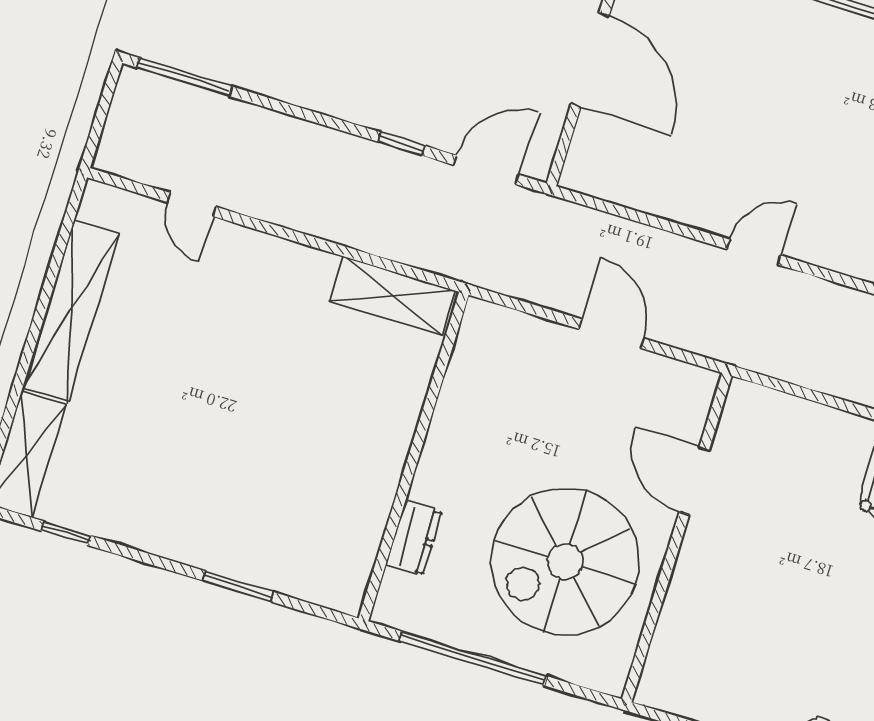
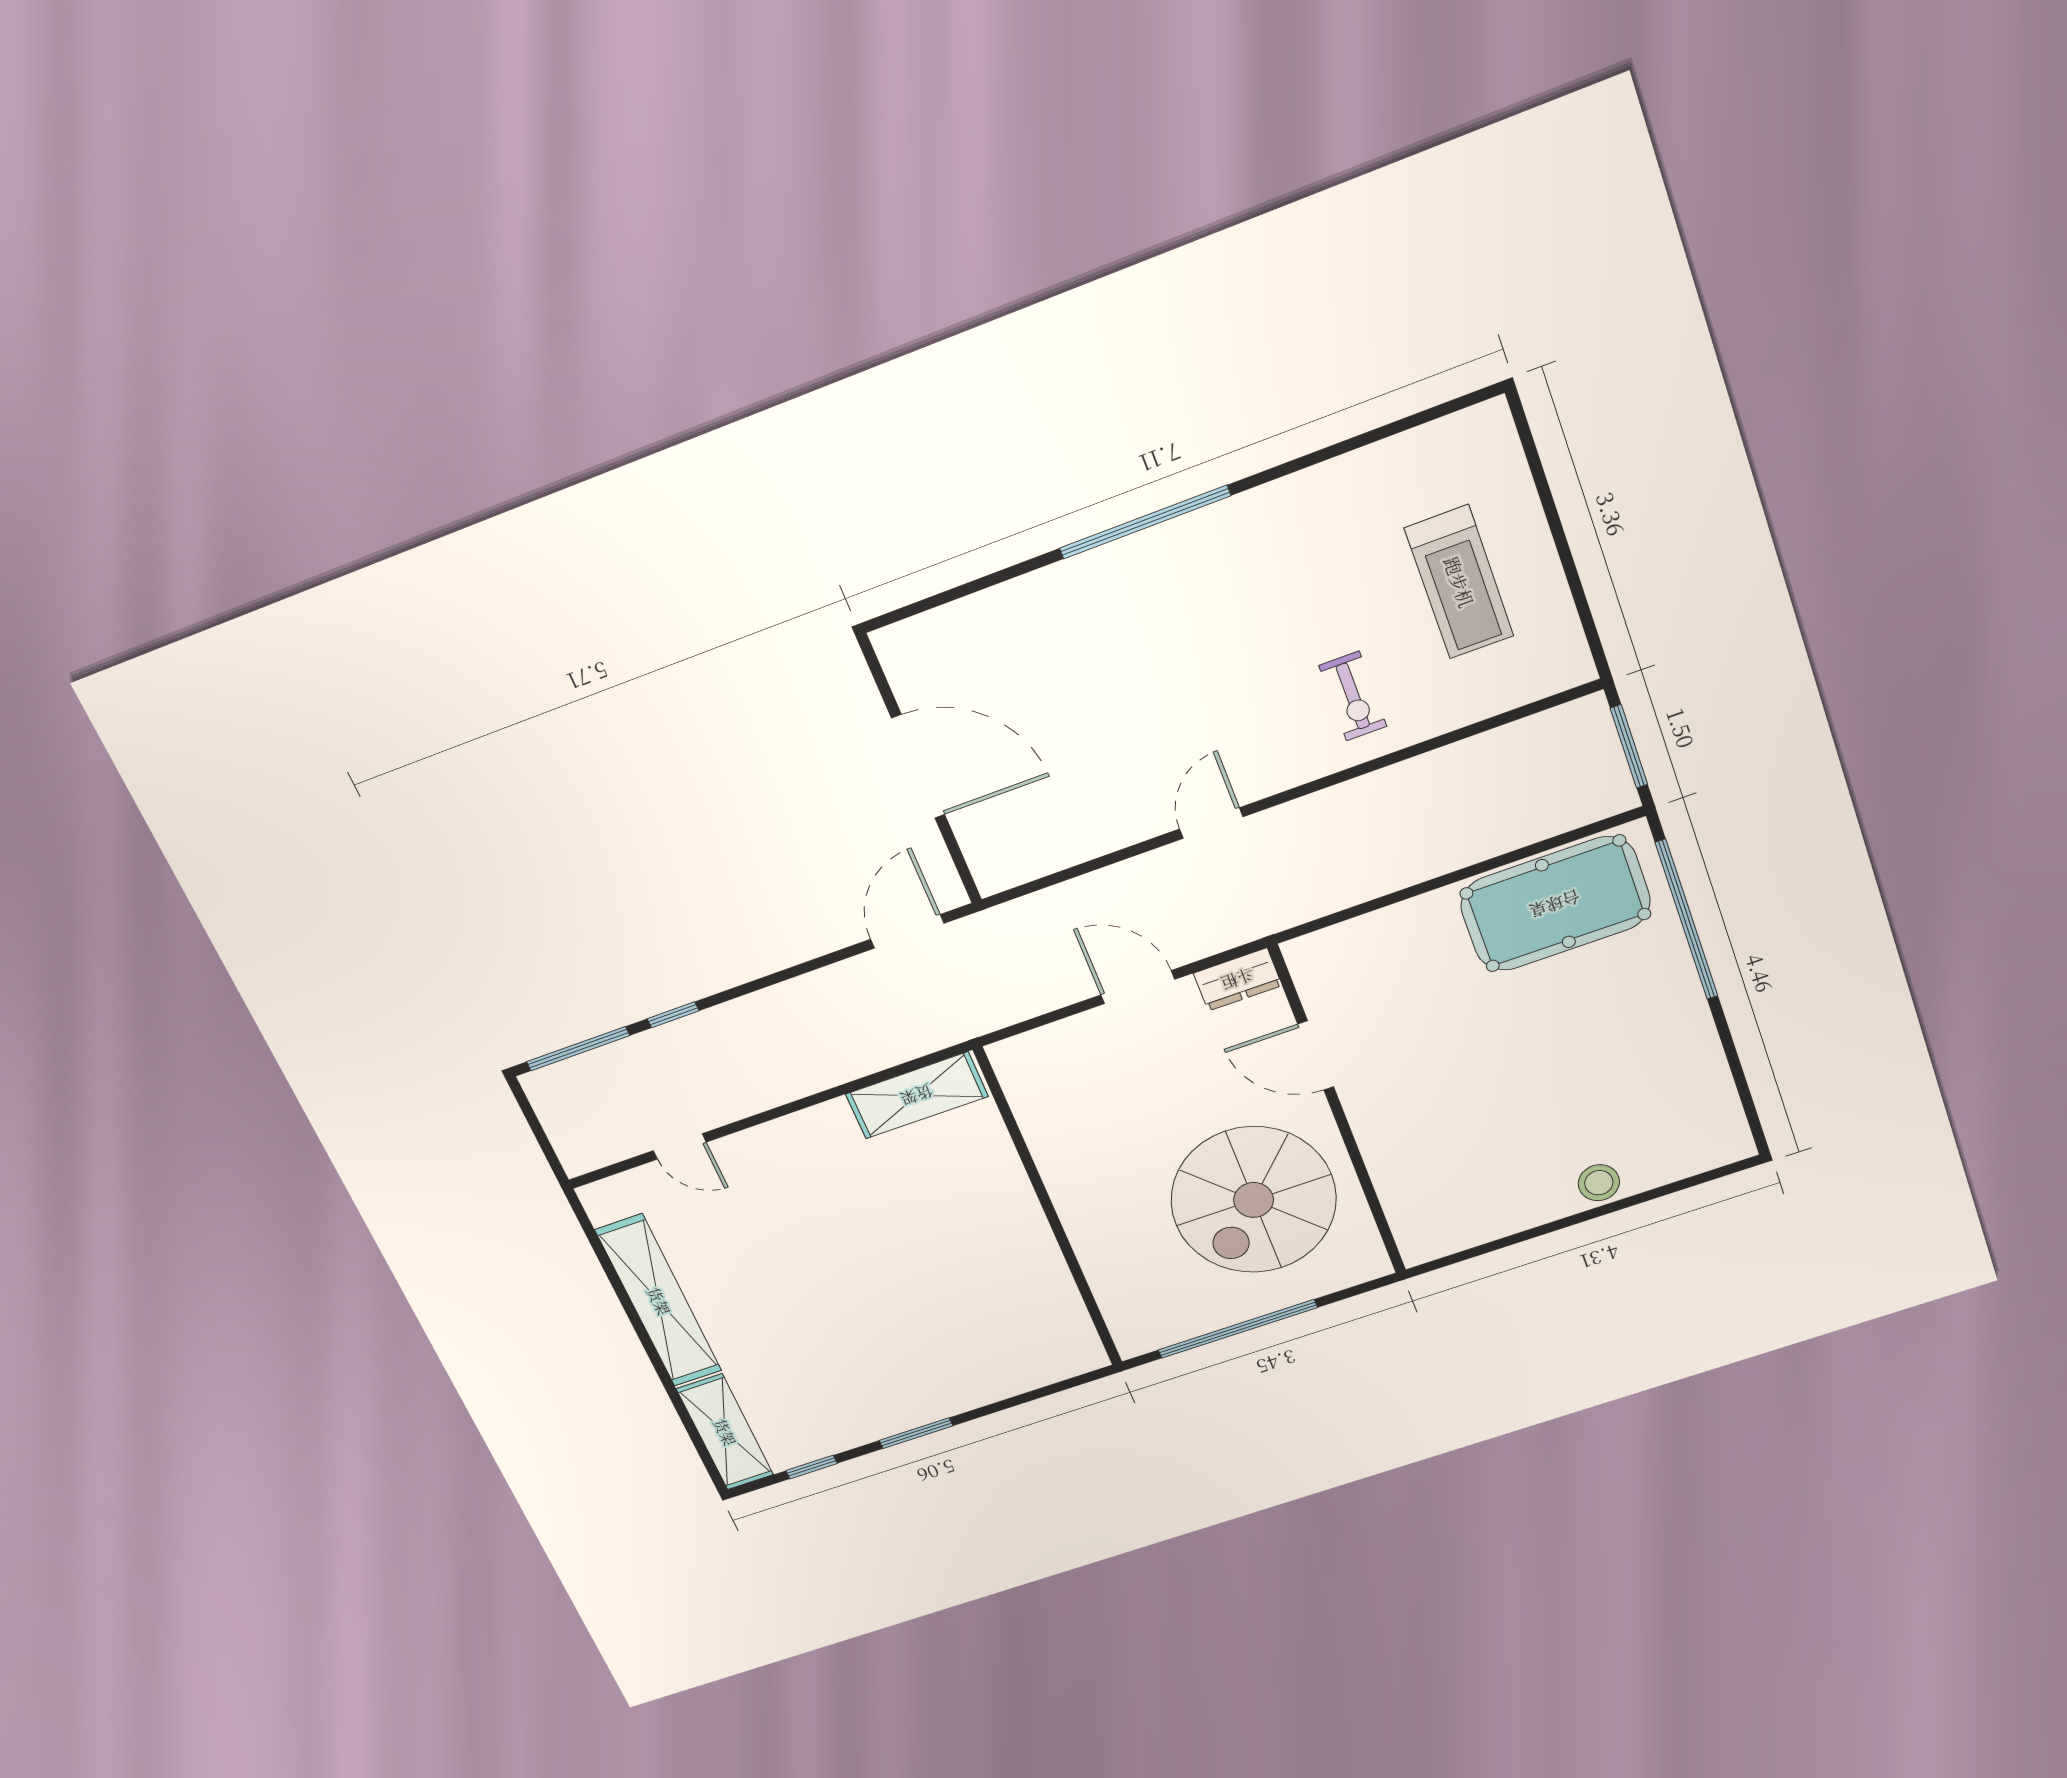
window: (401, 144) -> (673, 1015), moved
dresser: (414, 538) -> (1238, 979), moved, turned 90
window: (238, 586) -> (916, 1433), moved

